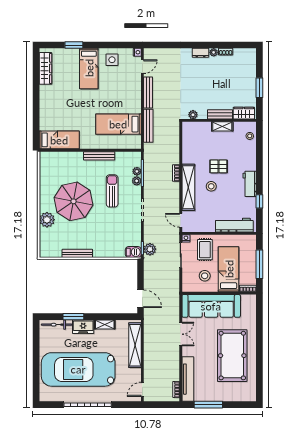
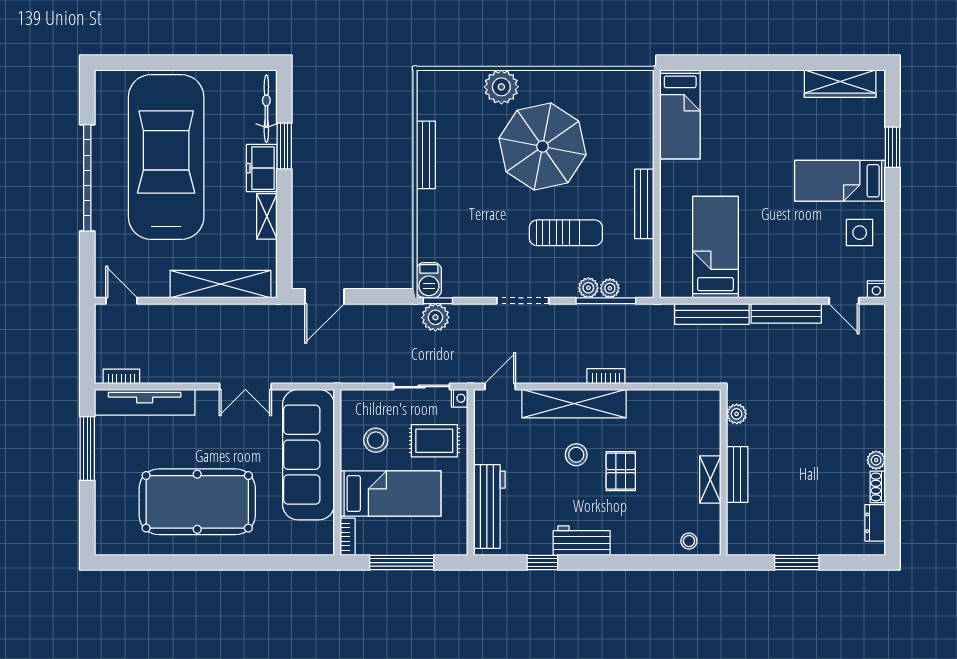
dresser: (200, 53) -> (875, 523), moved
wardrobe: (244, 113) -> (740, 528), removed

